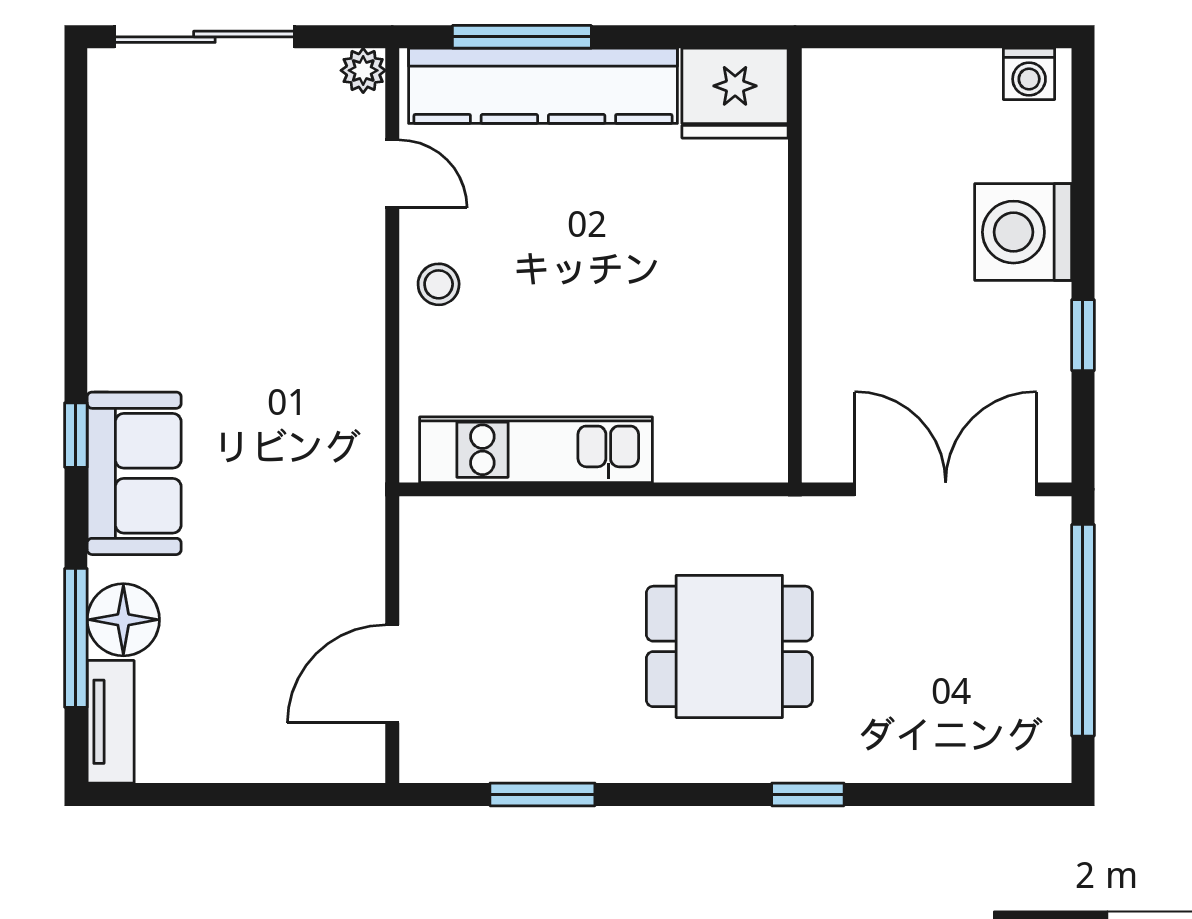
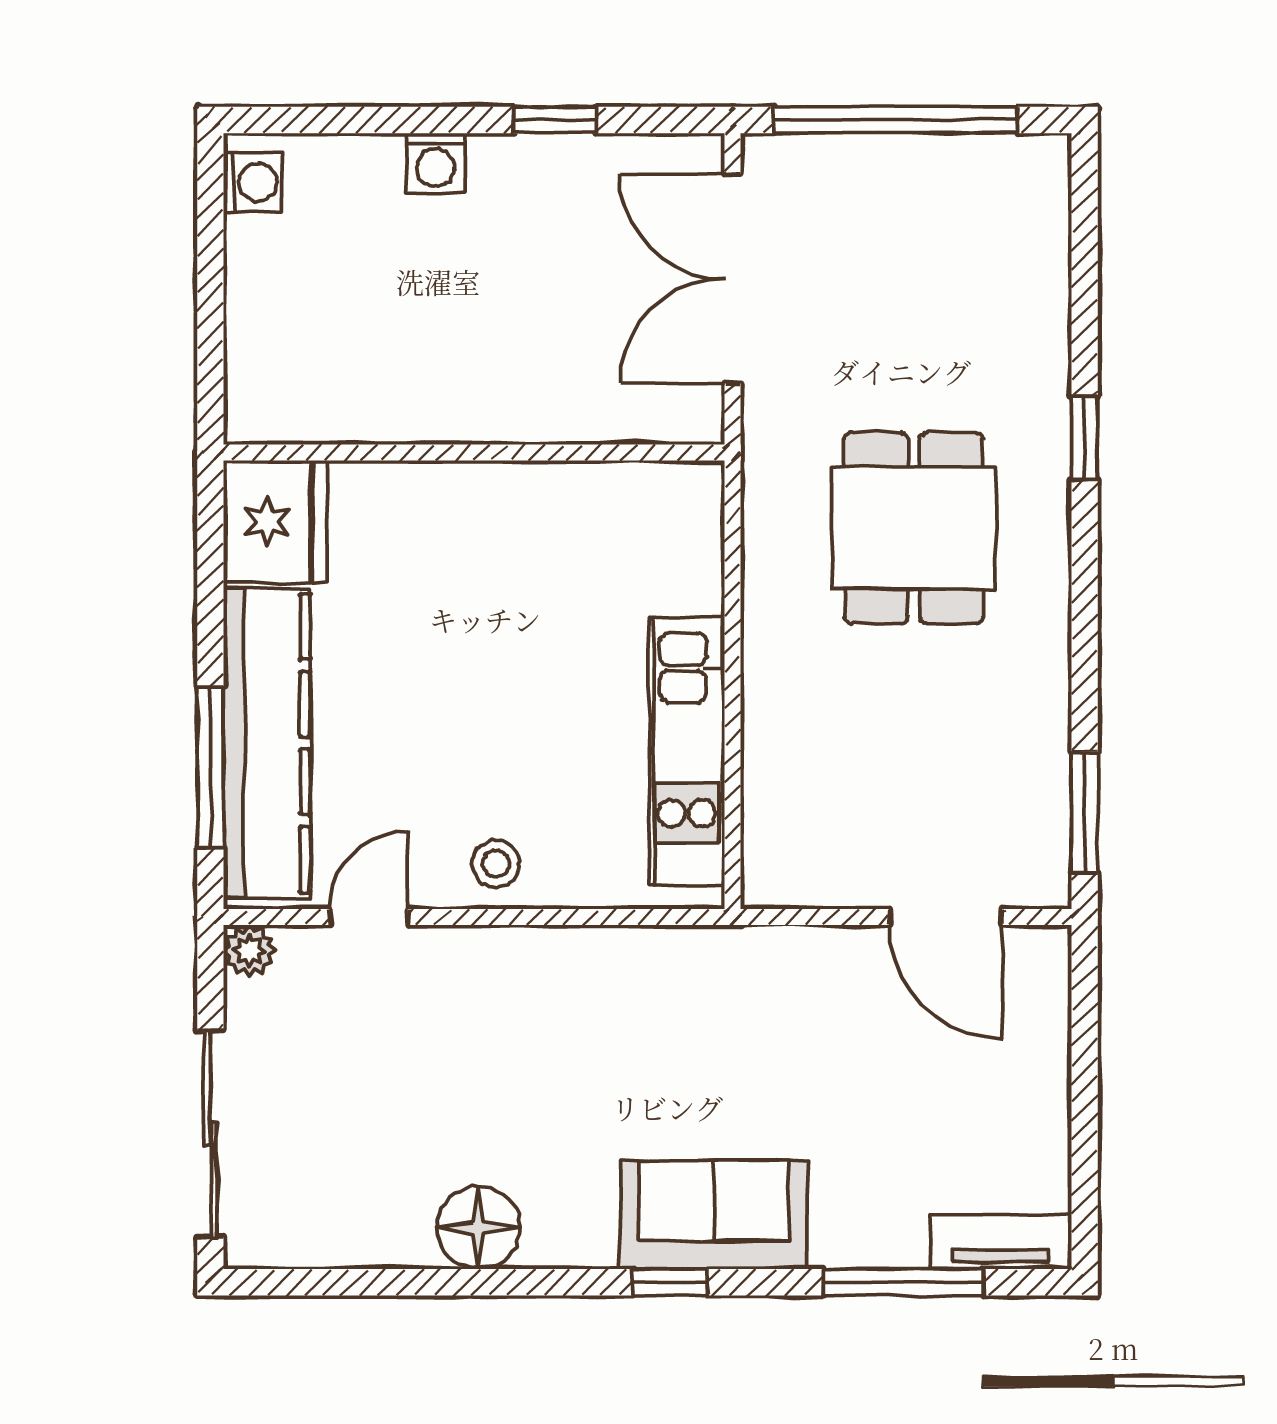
washing machine: (1023, 232) -> (436, 163), width x0.53, depth x0.53
floor lamp: (123, 620) -> (478, 1227), moved
window: (542, 794) -> (1085, 812), moved

